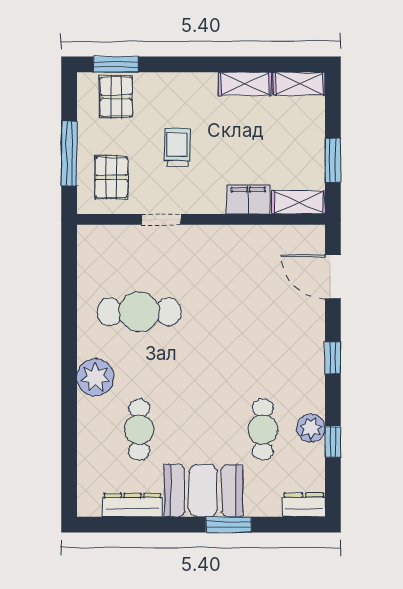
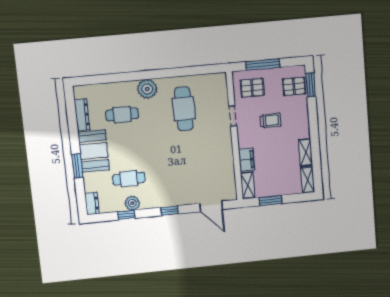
door: (333, 277) -> (211, 206), swing flipped

